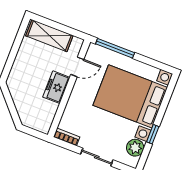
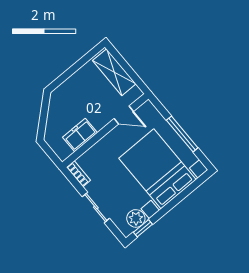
window: (115, 48) -> (182, 134), moved
freezer: (56, 87) -> (80, 135), moved
window: (153, 134) -> (143, 228), moved

